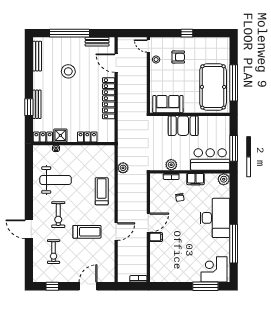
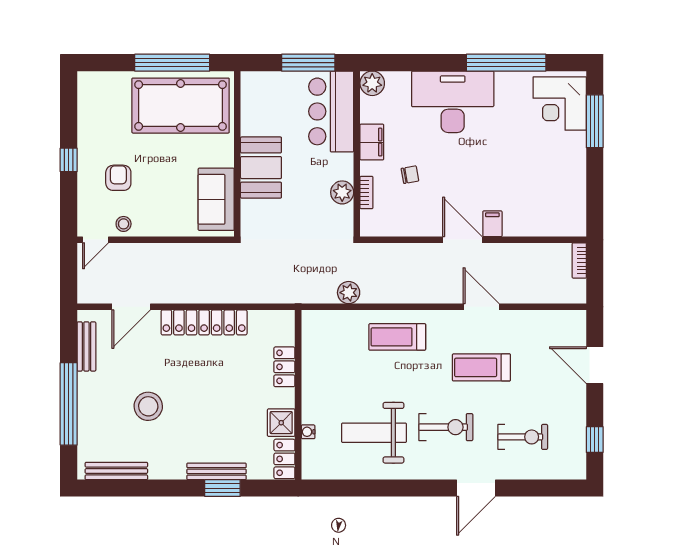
weight bench: (56, 180) -> (374, 433), turned -90
treadmill: (87, 232) -> (481, 367), turned -90

